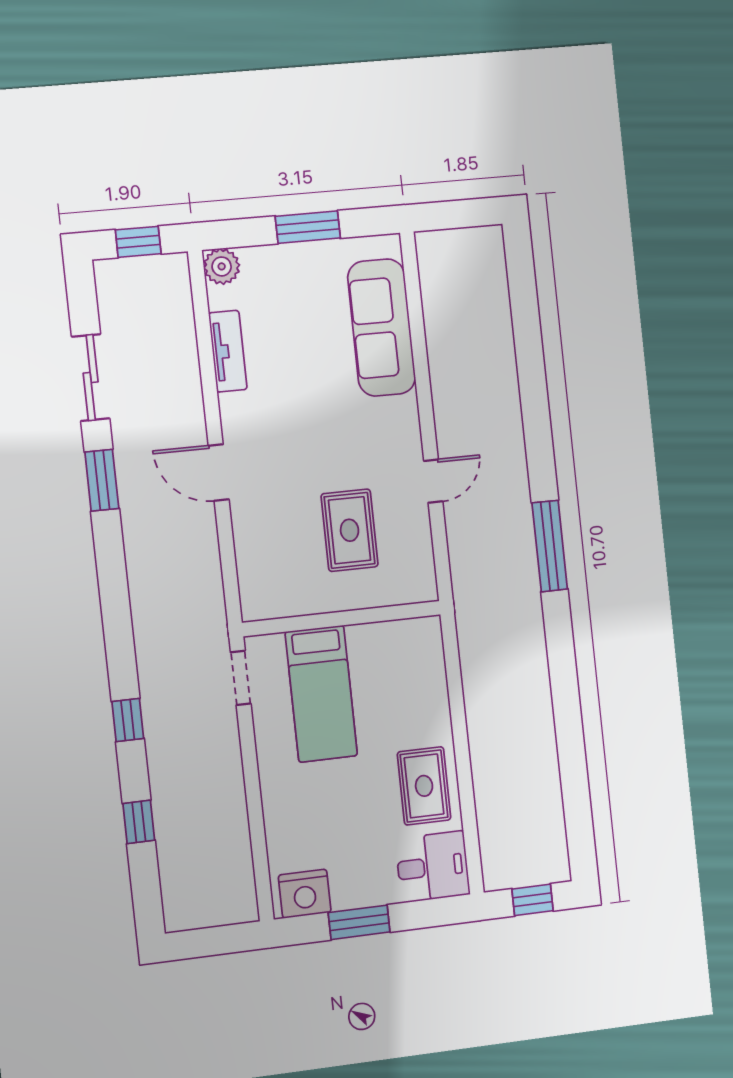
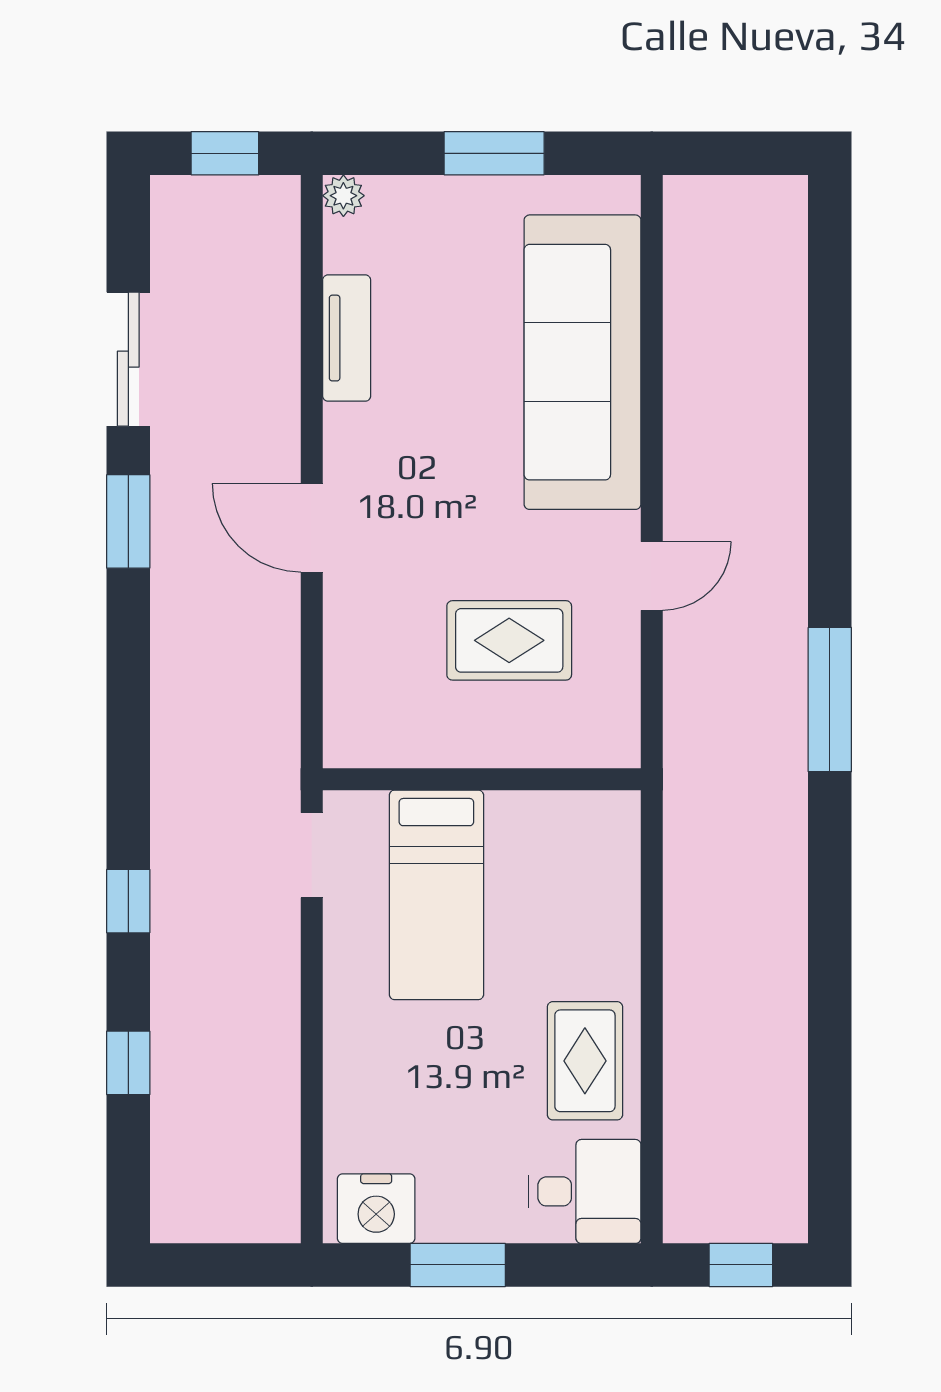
plant: (222, 266) -> (343, 196), width x0.73, depth x0.73
sofa: (382, 328) -> (582, 362), width x1.36, depth x1.27
rug: (350, 530) -> (509, 640), turned 90

